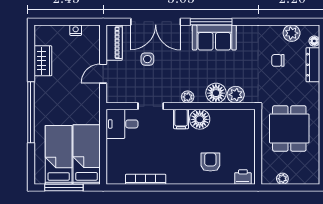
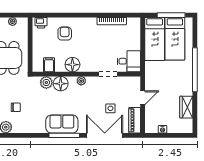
filing cabinet: (181, 119) -> (49, 65), moved
armchair: (210, 162) -> (65, 34), turned 180

